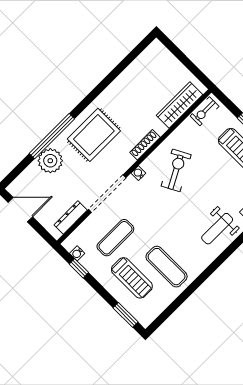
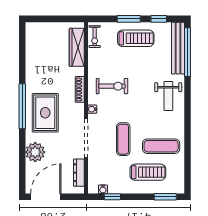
window: (52, 136) -> (22, 106), moved
exercise bike: (176, 170) -> (112, 86), turned 118
door: (20, 210) -> (46, 197), width x1.36
exercise mat: (115, 238) -> (123, 139), moved

